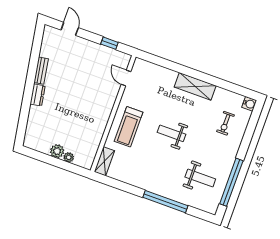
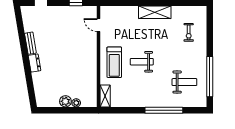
water cooler: (249, 104) -> (202, 11), removed
weight bench: (172, 133) -> (142, 62), moved

